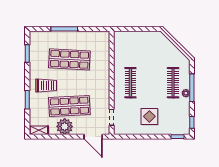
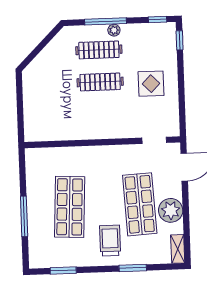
clothes rail: (130, 83) -> (100, 82), moved

